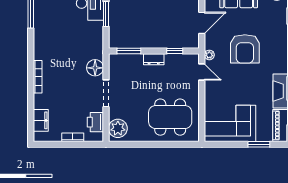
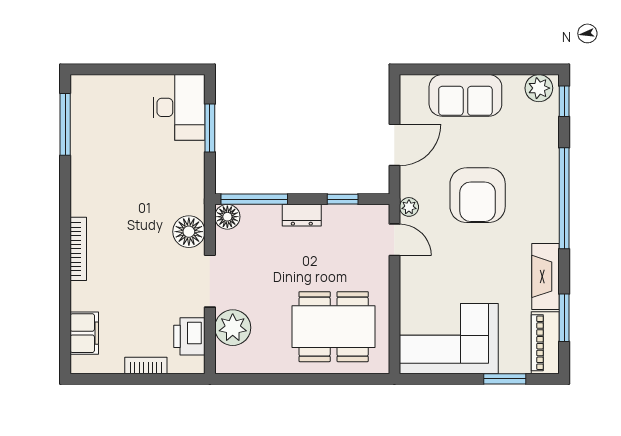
window: (129, 51) -> (254, 199), width x1.44
floor lamp: (115, 60) -> (227, 217), added
plant: (118, 128) -> (233, 328), moved

